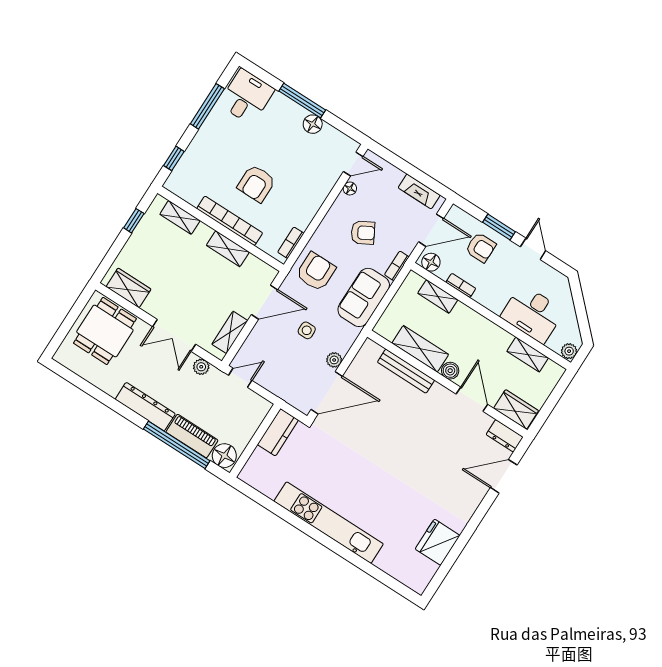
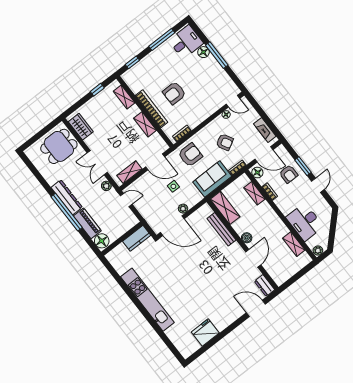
floor lamp: (313, 124) -> (203, 52), moved
shelving: (420, 349) -> (225, 208), moved
wardrobe: (516, 410) -> (276, 273), removed
window: (177, 445) -> (67, 212), moved

